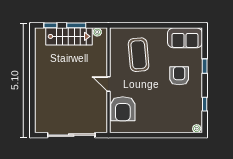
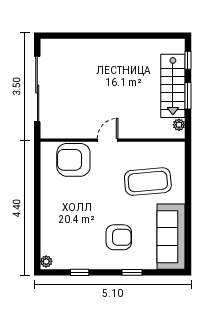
sofa: (185, 38) -> (171, 237), width x1.36

